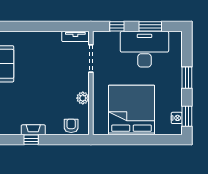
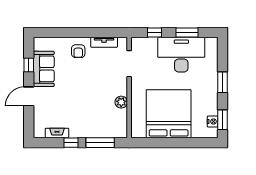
tv unit: (75, 36) -> (104, 42), moved
armchair: (71, 126) -> (78, 51), moved, turned 180
fireplace: (33, 130) -> (57, 133), moved
window: (61, 140) -> (100, 143), added

